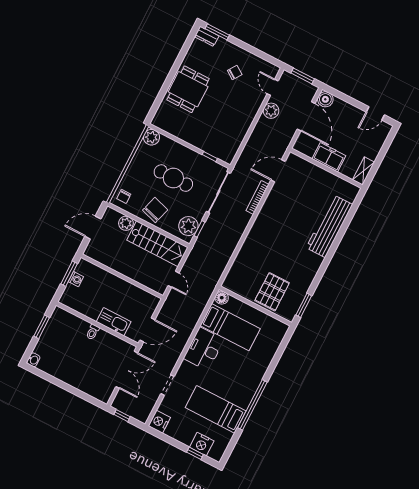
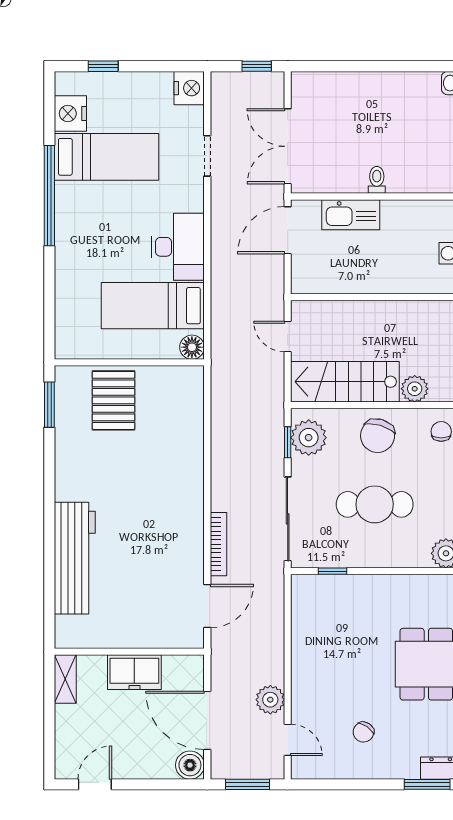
nightstand: (202, 444) -> (70, 113), moved, turned -90

